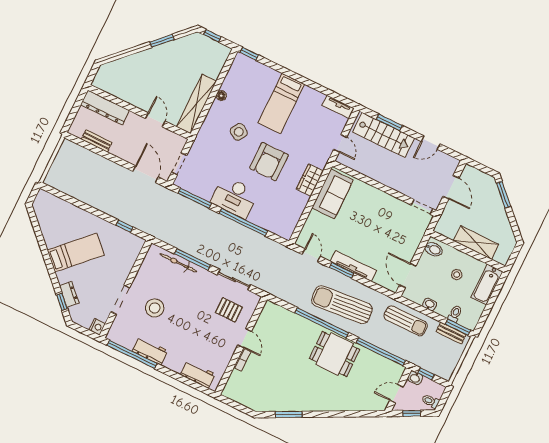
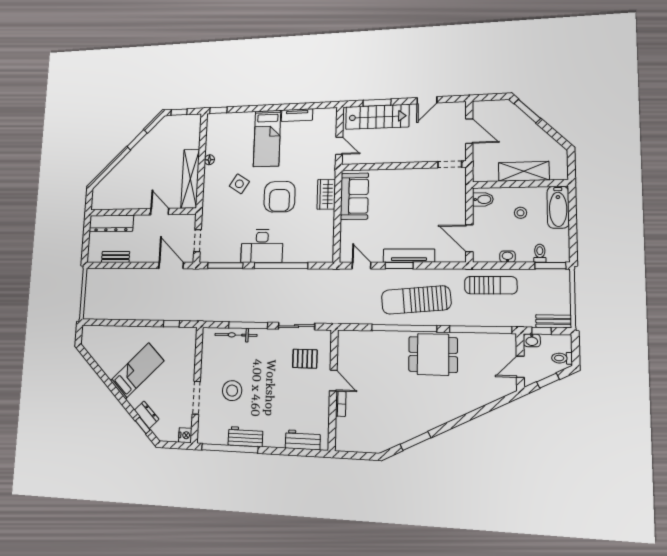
tv unit: (338, 107) -> (297, 115), moved
bench: (451, 333) -> (554, 321), moved

